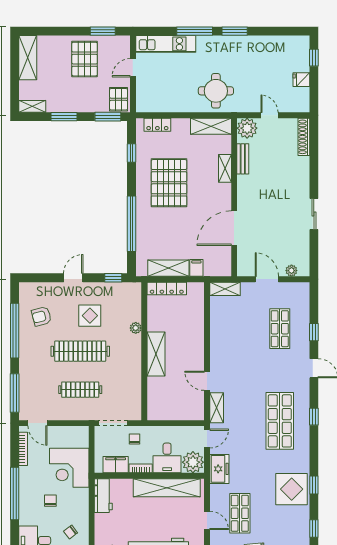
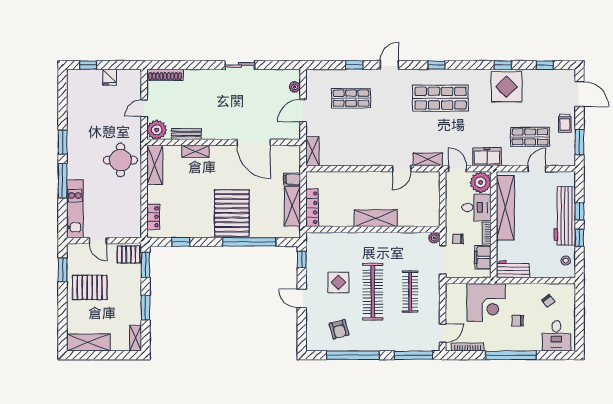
pallet: (169, 183) -> (232, 213), moved, turned 90
plant: (136, 328) -> (434, 238), moved

